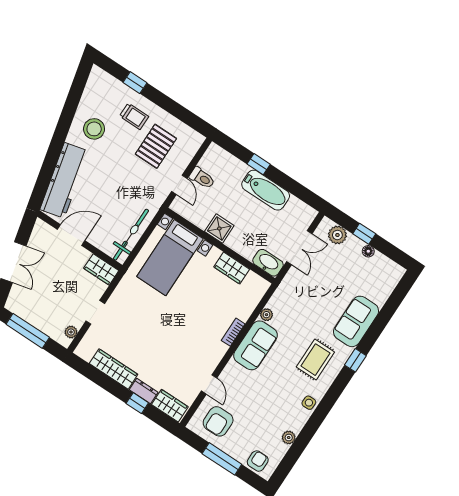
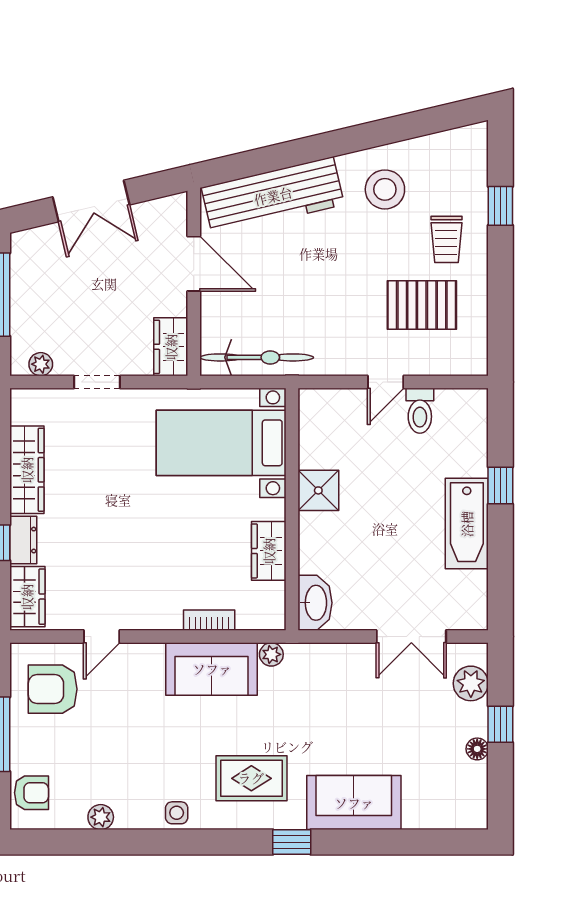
shower: (219, 228) -> (318, 490), moved
wall: (220, 246) -> (292, 509), moved
bed with nightstands: (170, 258) -> (221, 443), moved
washbasin: (268, 263) -> (315, 603), moved
wardrobe: (232, 268) -> (269, 551), moved

